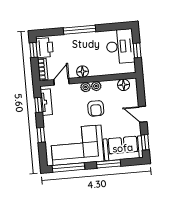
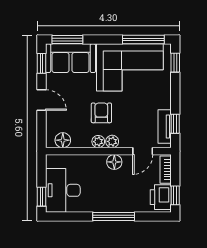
window: (137, 50) -> (41, 197), moved
window: (41, 135) -> (175, 63), moved
window: (109, 164) -> (67, 40), moved

